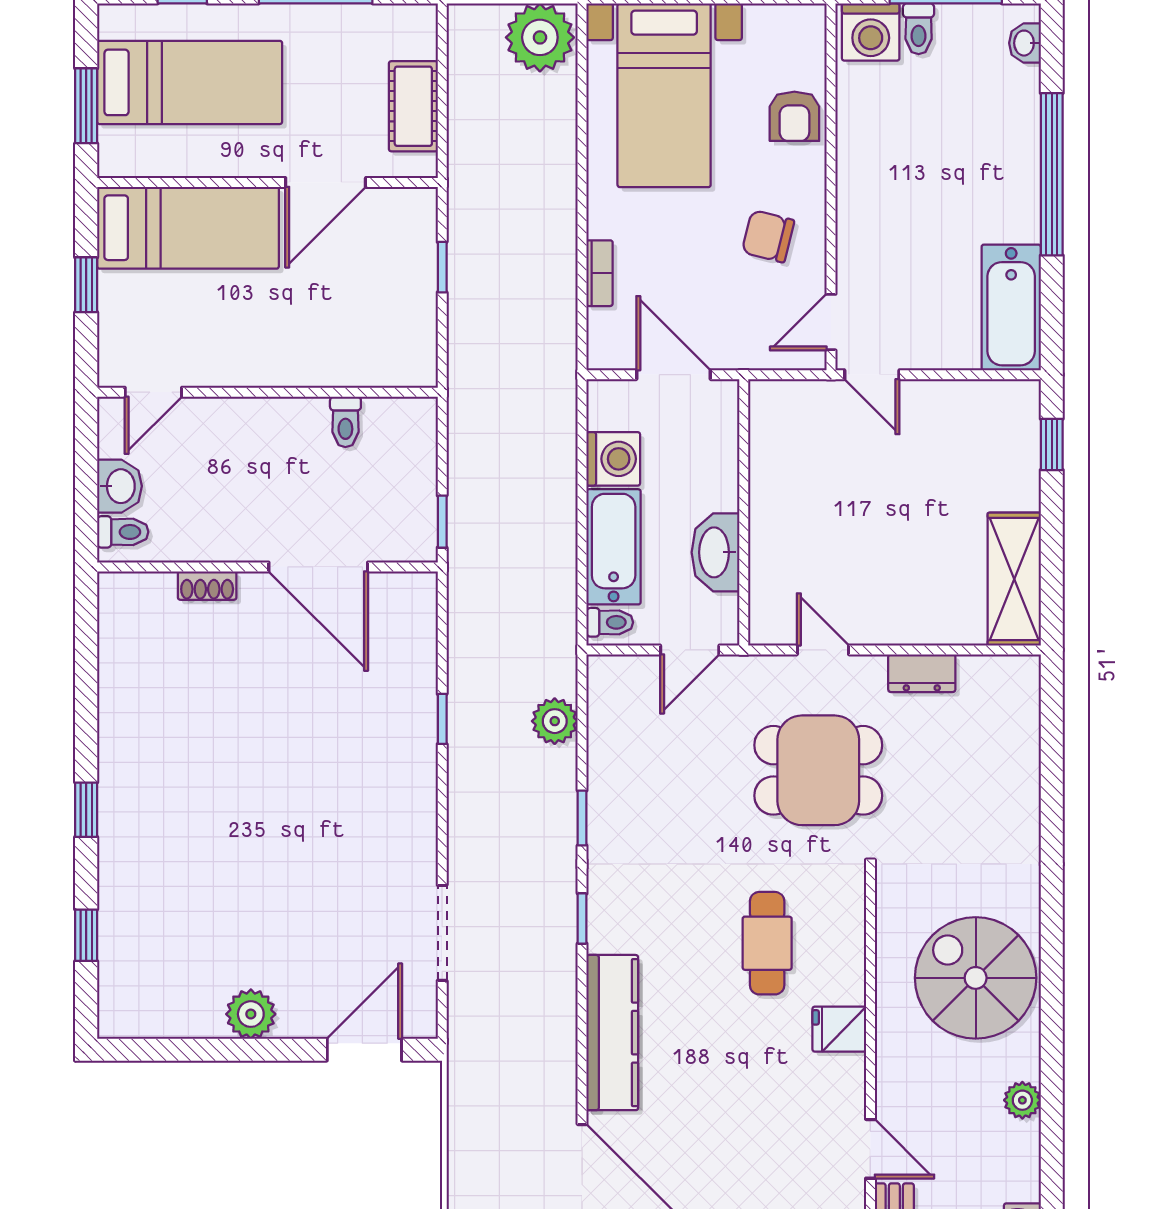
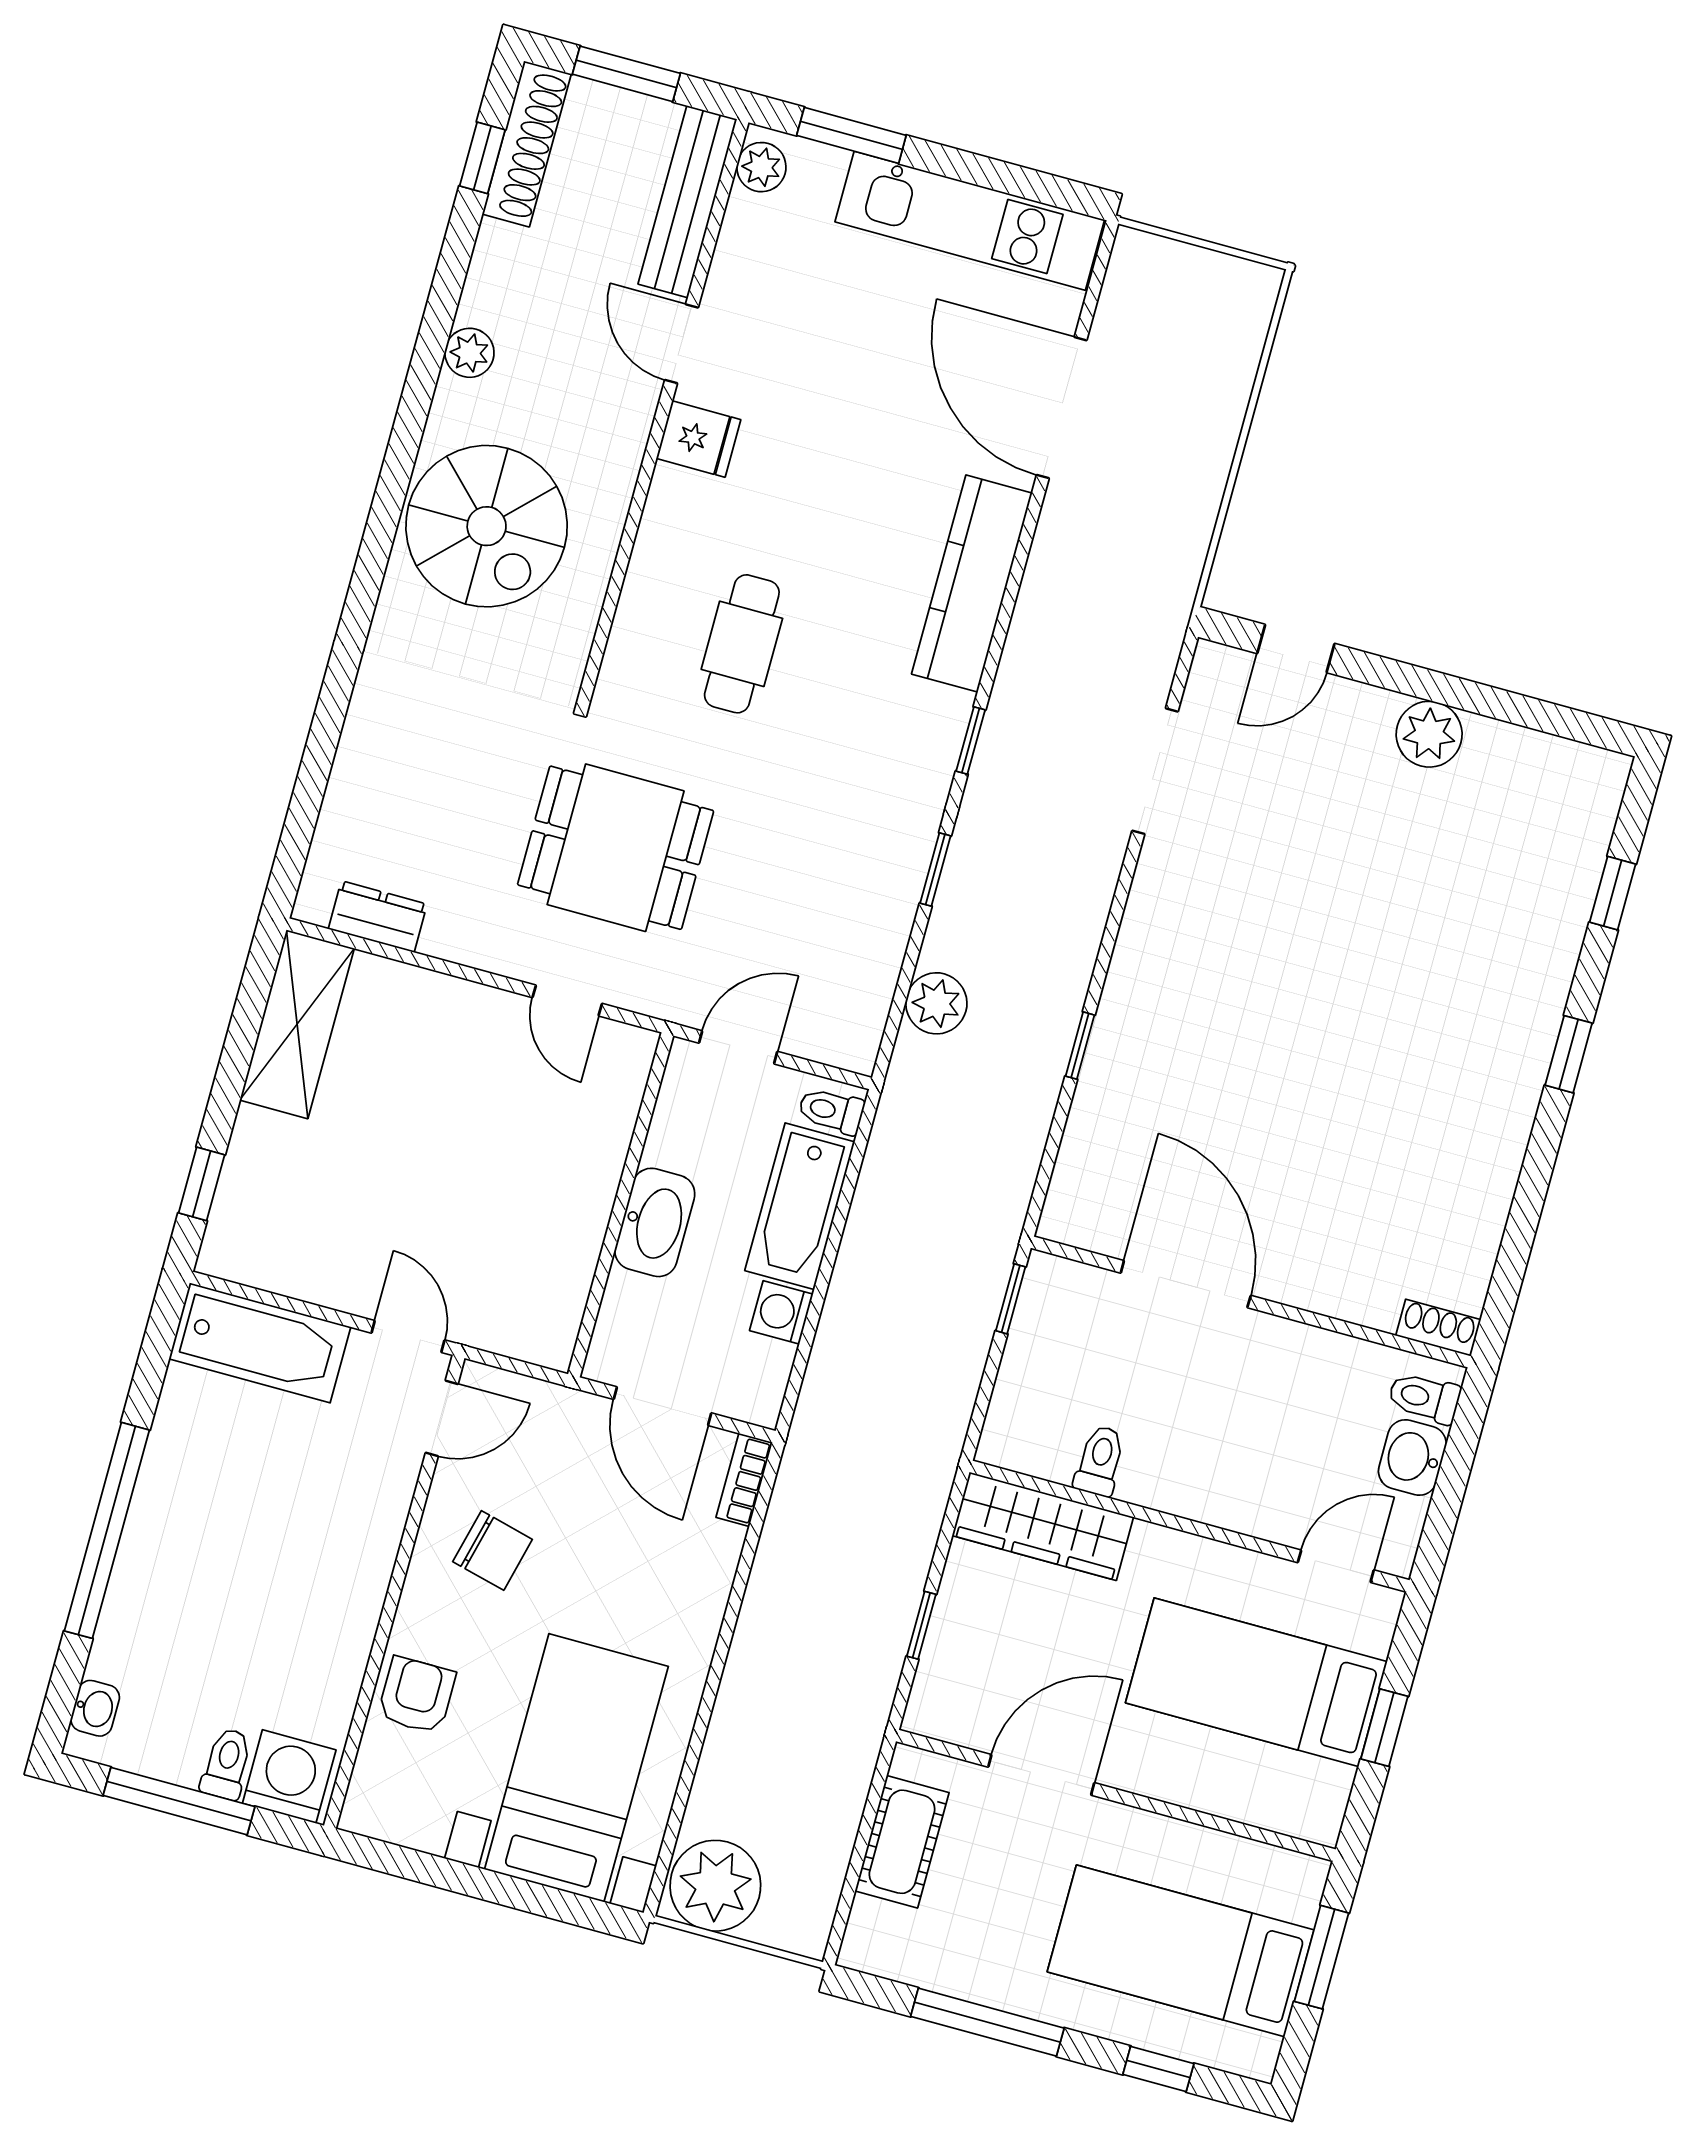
bed: (188, 228) -> (1256, 1682), moved
bookcase: (600, 273) -> (744, 1480), moved
bathtub: (1011, 307) -> (260, 1343), moved, turned 90
wardrobe: (374, 363) -> (1043, 1526), added
washing machine: (613, 459) -> (781, 1312), width x0.73, depth x0.73
washbasin: (715, 552) -> (655, 1222), moved
shoe rack: (207, 586) -> (1438, 1328), moved
dresser: (922, 673) -> (378, 917), moved
fridge: (839, 1029) -> (698, 439), moved
door: (364, 1050) -> (1296, 649), width x0.73

